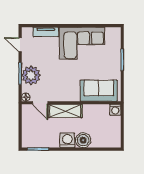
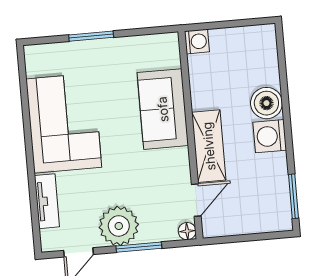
plant: (31, 75) -> (119, 226), moved
sofa: (99, 91) -> (163, 109), moved

